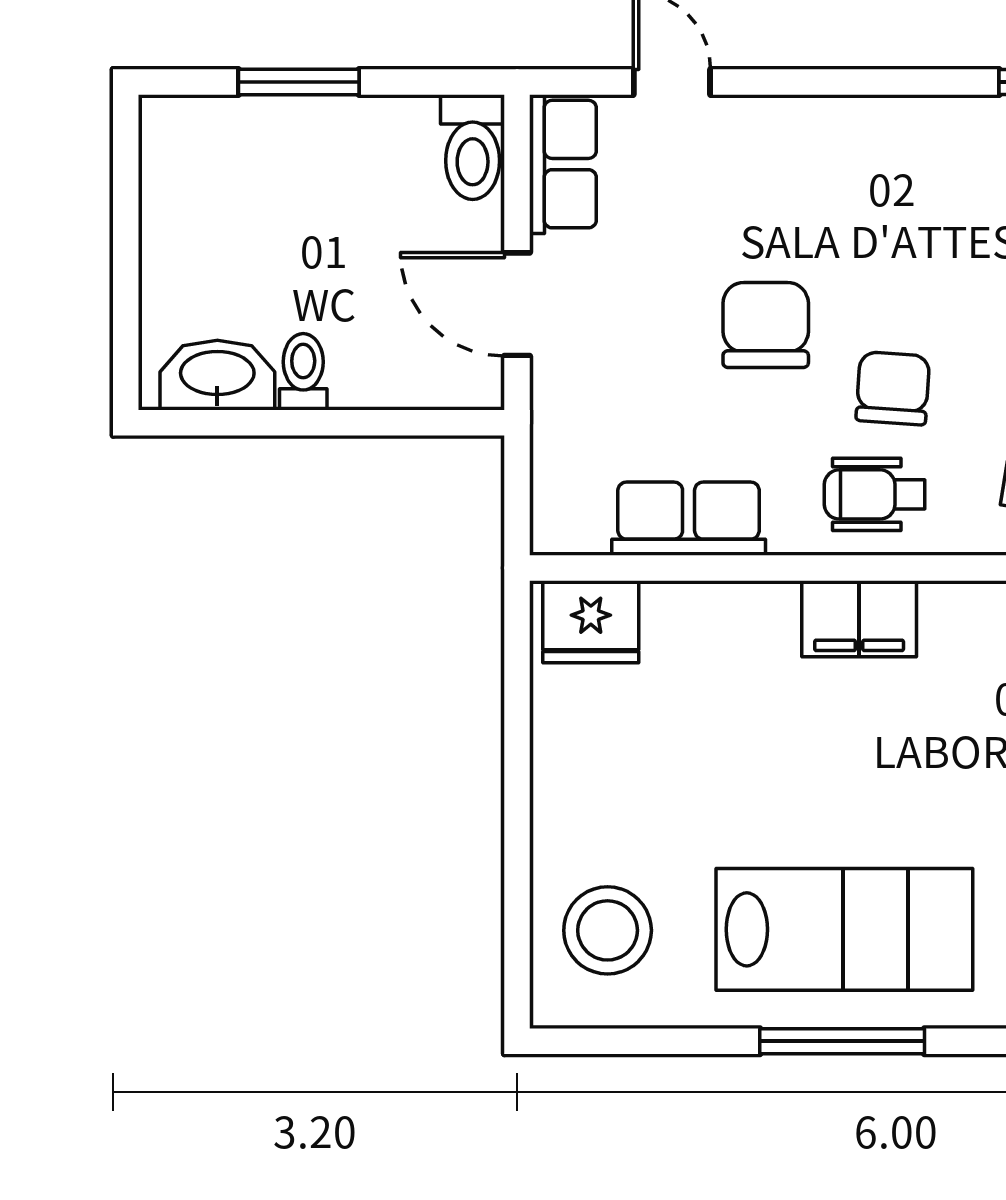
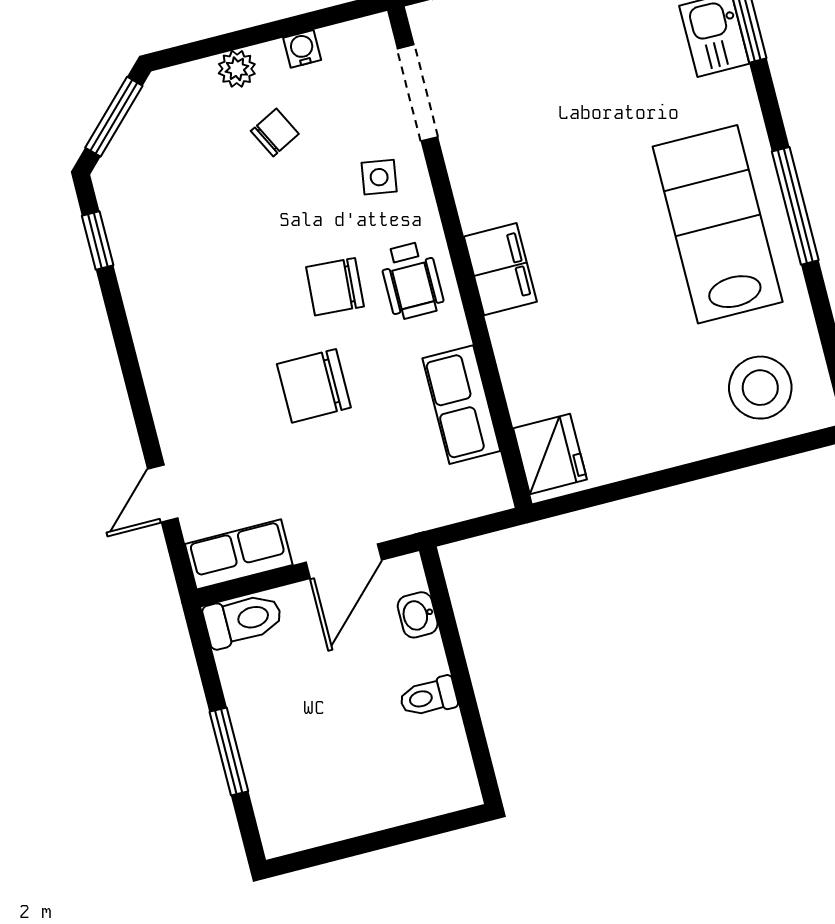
washbasin: (217, 375) -> (418, 615), moved, width x0.52, depth x0.69

